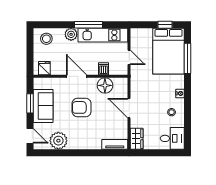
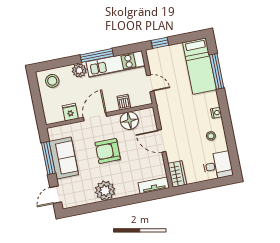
window: (165, 25) -> (160, 43), moved
bed: (169, 51) -> (199, 66), width x0.67
fridge: (44, 68) -> (70, 112), moved
door: (76, 76) -> (95, 117), hinge flipped
window: (30, 103) -> (48, 158), width x1.44
door: (30, 136) -> (56, 195), swing flipped
plant: (58, 141) -> (105, 191), moved

